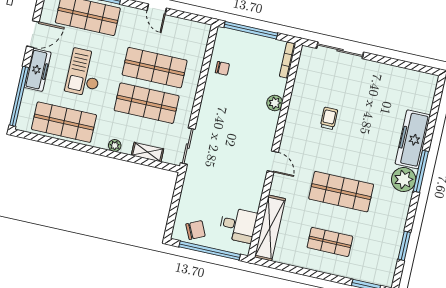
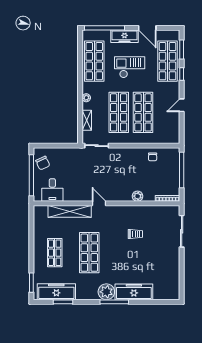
door: (273, 161) -> (99, 203), swing flipped
shelving: (270, 228) -> (70, 211), moved
freezer: (387, 252) -> (56, 292), added

